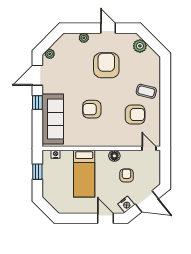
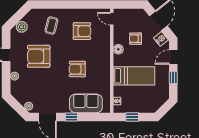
coffee table: (146, 91) -> (51, 25), moved
armchair: (92, 109) -> (77, 69), turned 90
armchair: (135, 115) -> (82, 31), turned 90
sofa: (53, 119) -> (86, 103), width x0.73
door: (149, 148) -> (112, 19), hinge flipped
window: (82, 218) -> (173, 78), added

